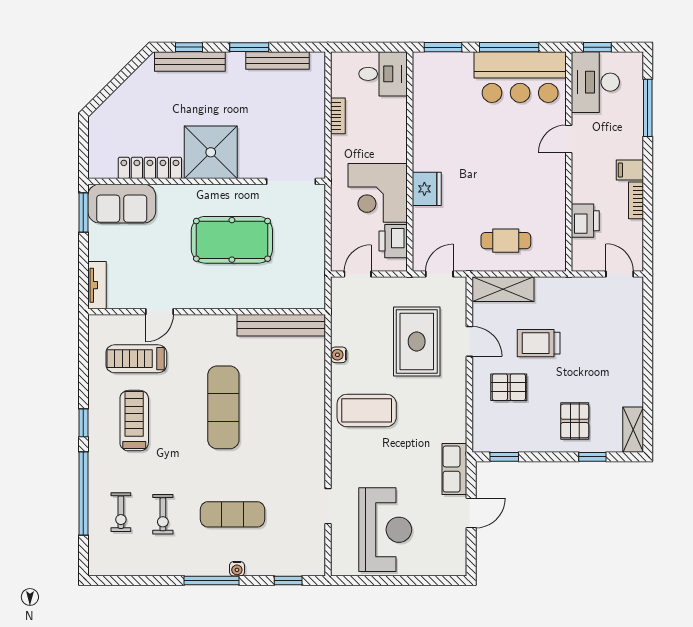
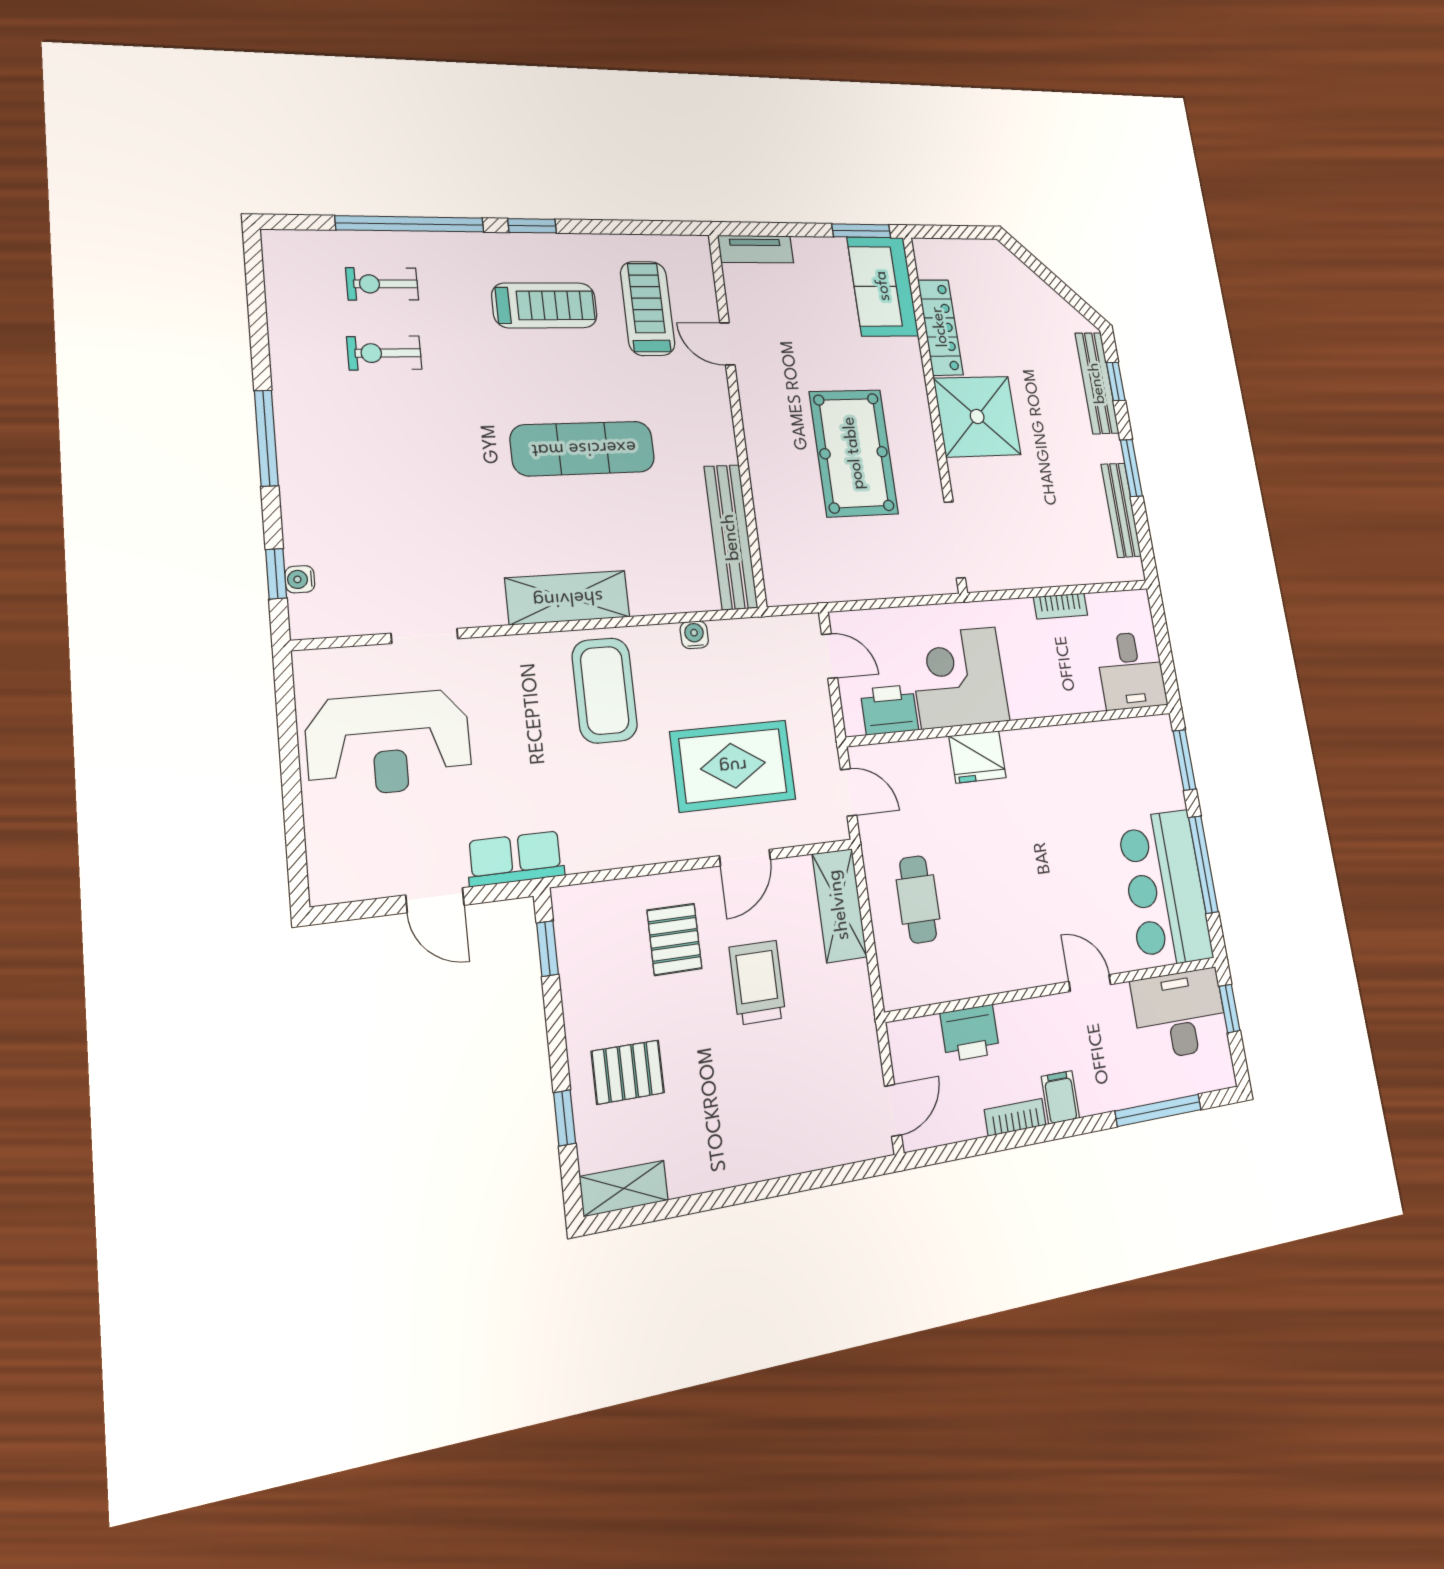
shelving: (312, 426) -> (568, 598), added
exercise mat: (232, 514) -> (395, 470), removed
water cooler: (237, 569) -> (300, 579), moved

